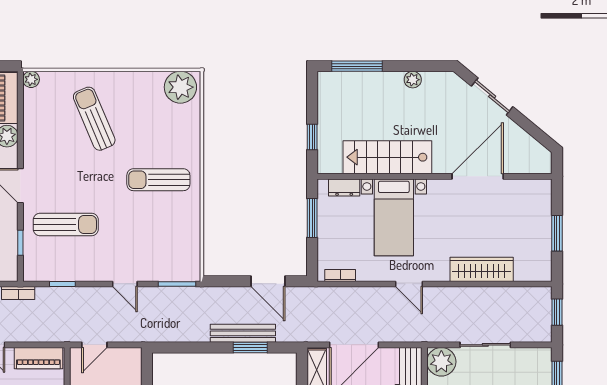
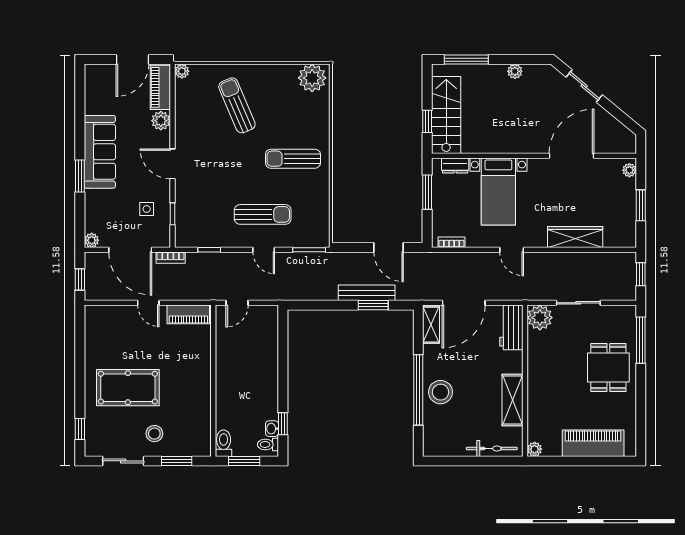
stairs: (387, 157) -> (446, 115), moved, turned 90
plant: (544, 193) -> (629, 170), added
sun lounger: (66, 224) -> (263, 214), moved

